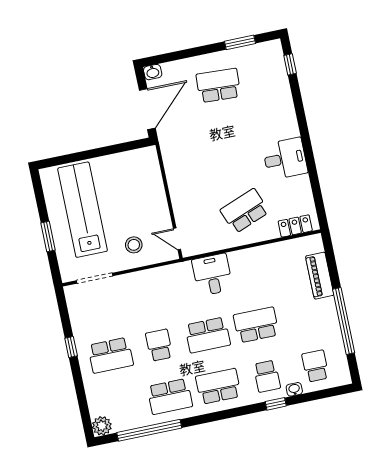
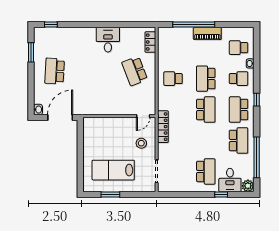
door: (147, 109) -> (60, 118), hinge flipped
lab bench: (82, 210) -> (113, 170), width x0.73
window: (48, 237) -> (110, 195), moved
locker: (167, 273) -> (163, 127), added
desk: (212, 275) -> (230, 180), moved, turned -90
piano: (320, 276) -> (207, 33), moved
window: (344, 321) -> (194, 25), moved
school desk: (159, 345) -> (173, 79), moved
window: (71, 347) -> (221, 195), moved
window: (276, 404) -> (257, 100), moved

